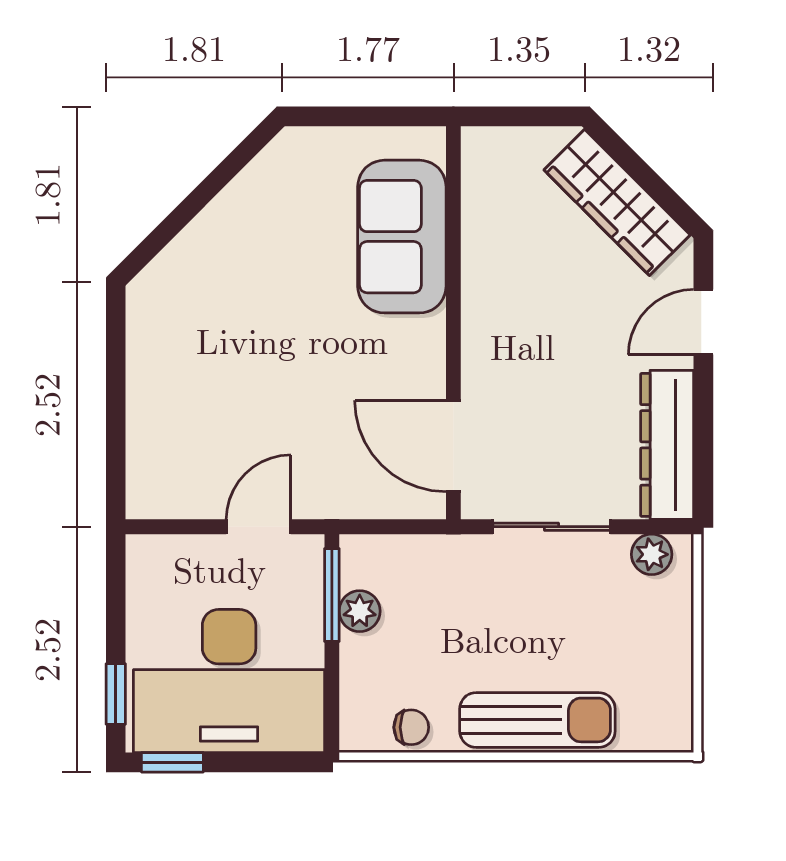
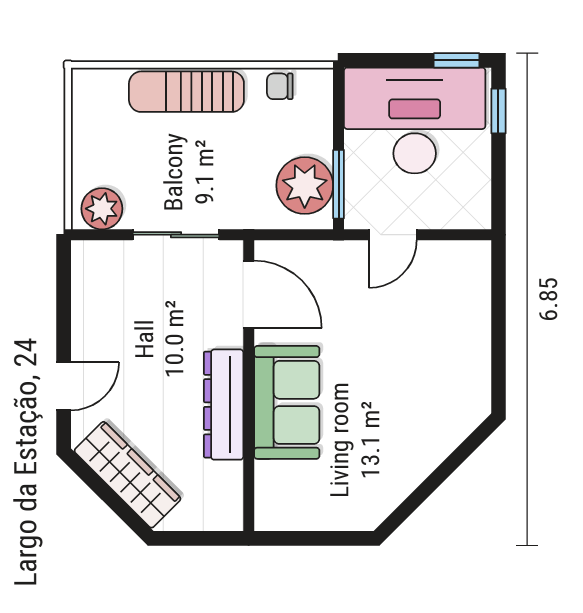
sofa: (402, 237) -> (287, 402), moved
dresser: (667, 445) -> (224, 405), moved, turned 180
plant: (652, 554) -> (102, 209), width x1.38, depth x1.38
plant: (360, 611) -> (305, 186), width x1.88, depth x1.88

